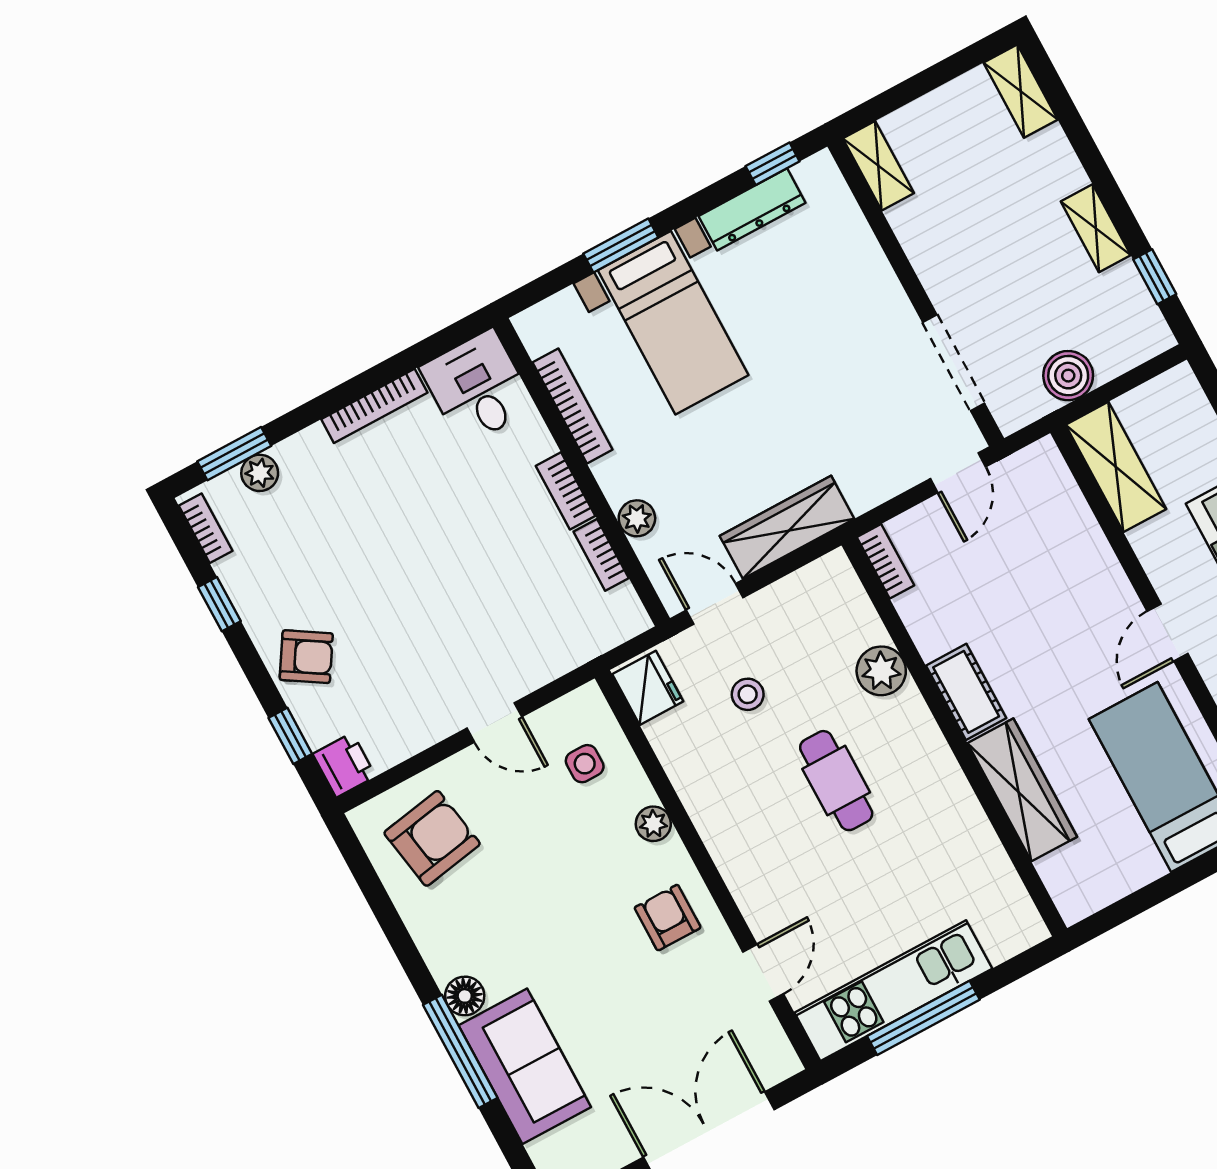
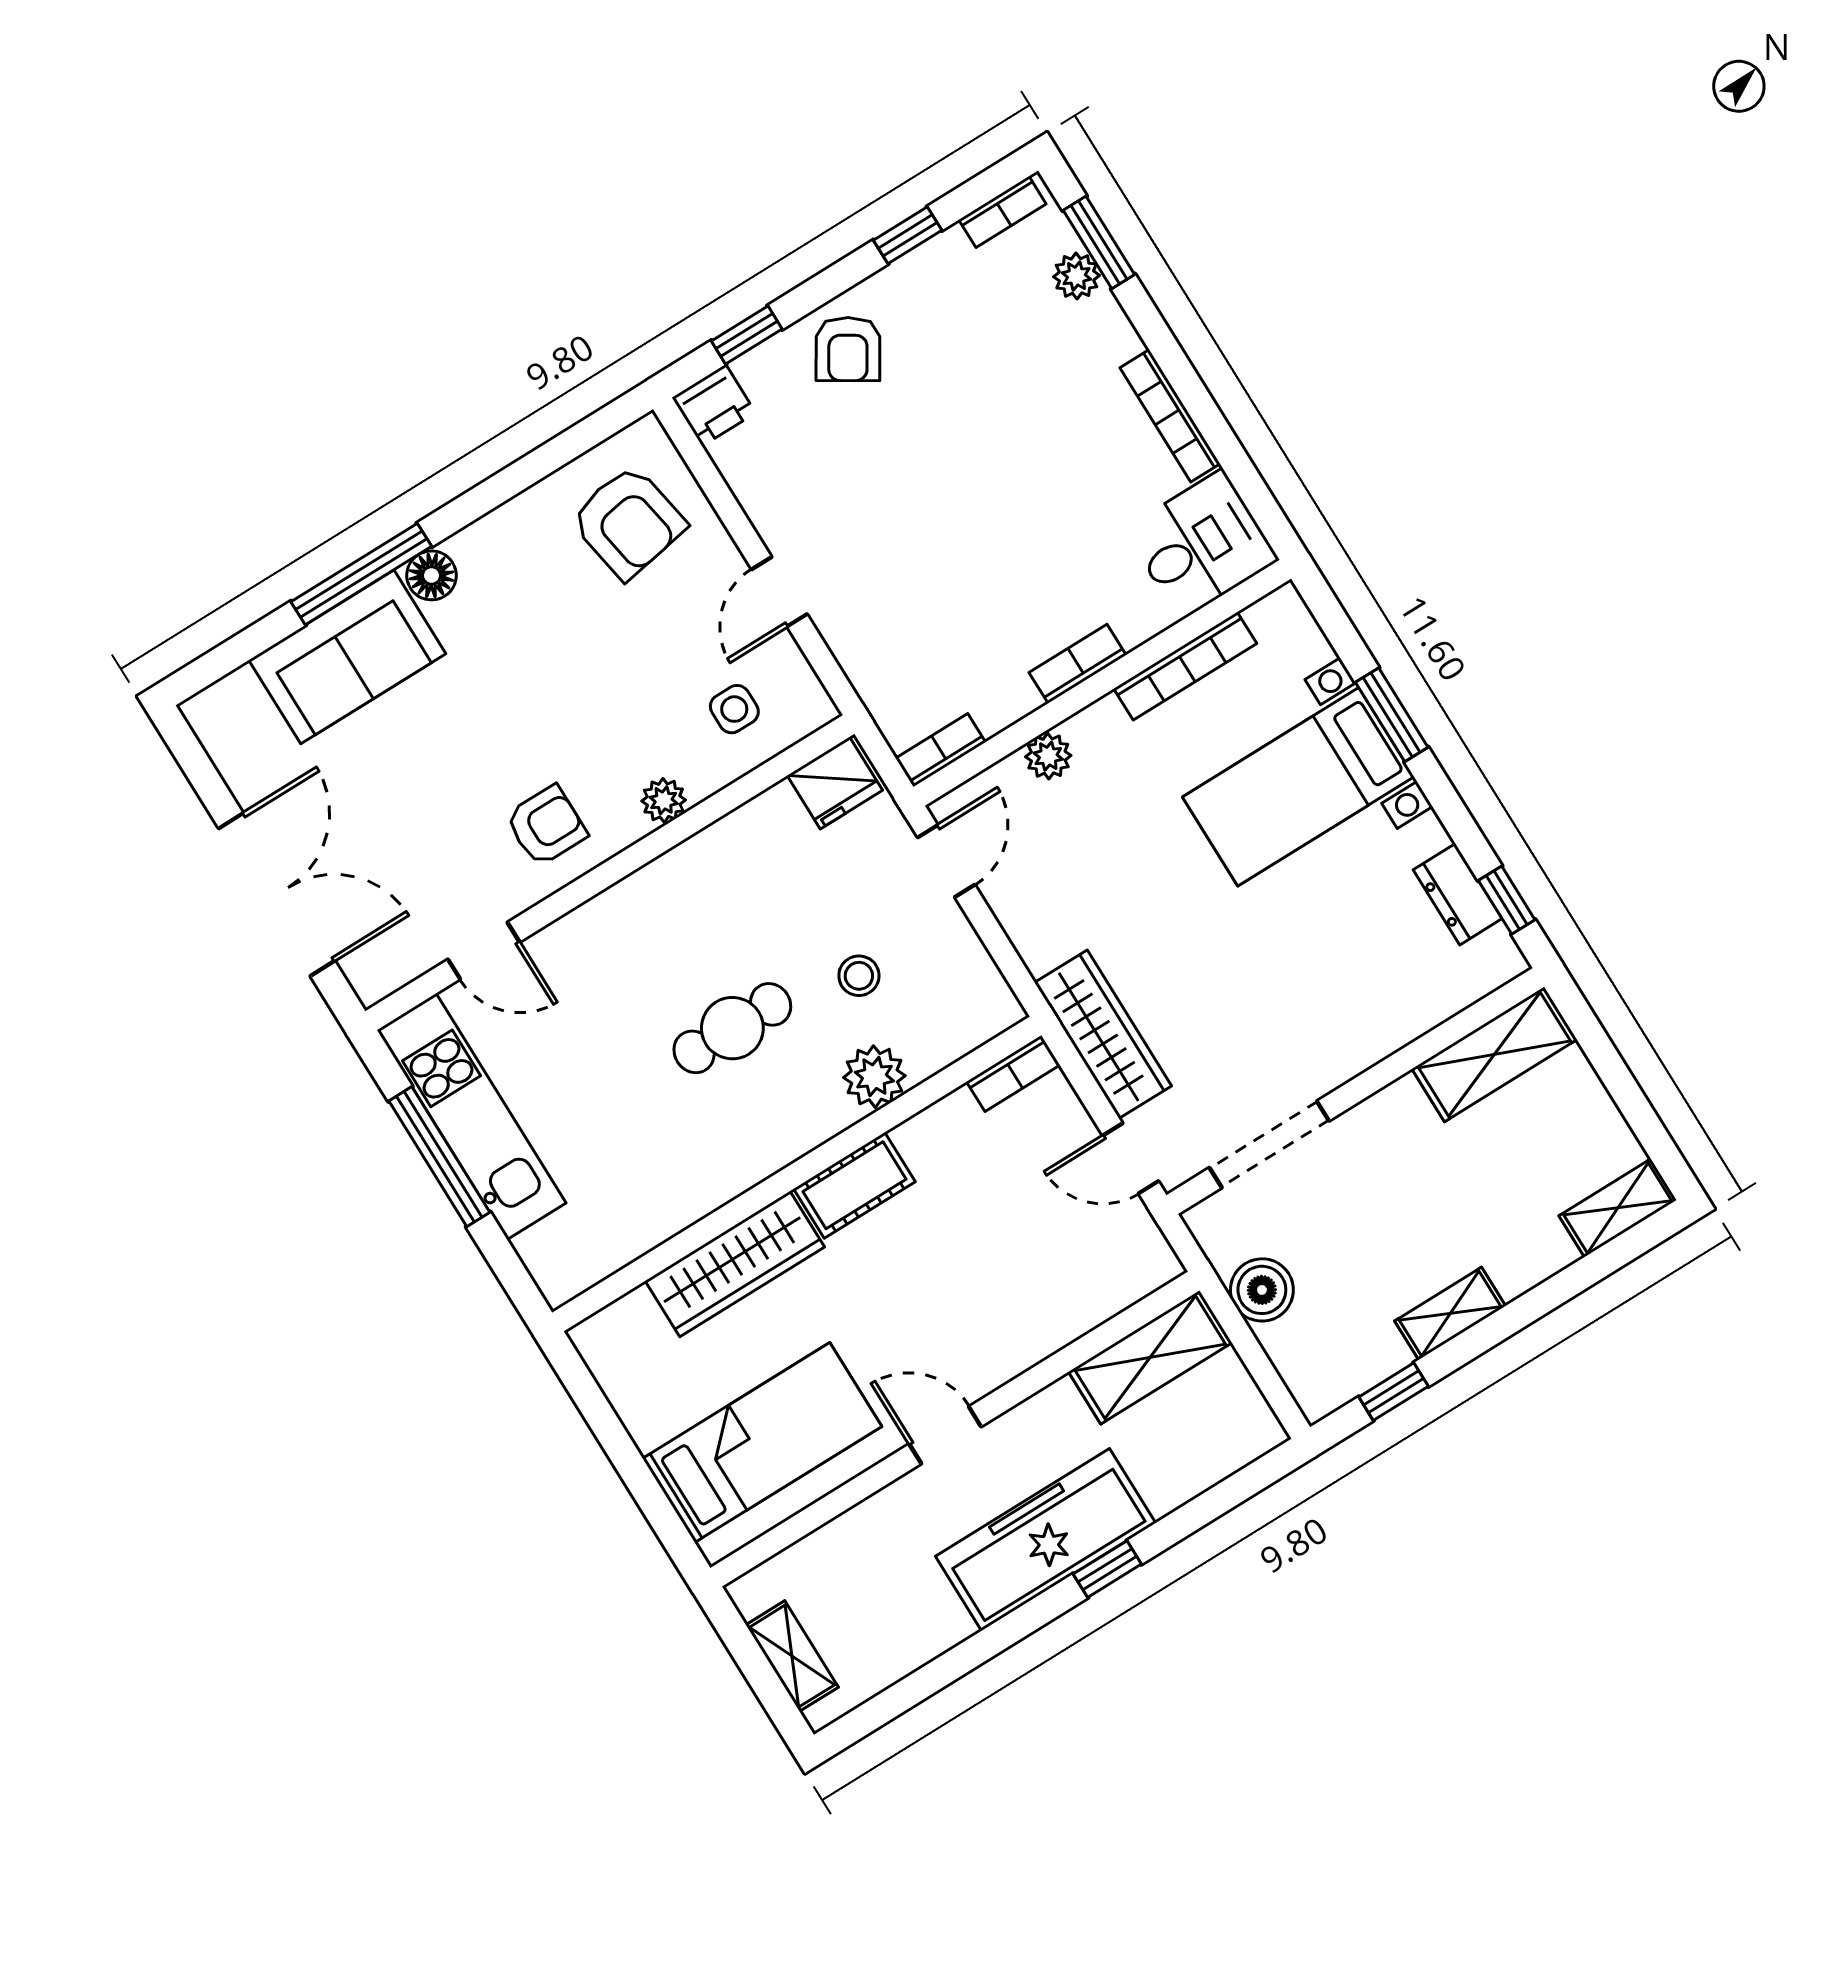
shelving: (878, 166) -> (1494, 1054), width x1.50, depth x1.33
dresser: (752, 209) -> (1458, 894), width x0.70
wardrobe: (787, 527) -> (1103, 1034), moved
bookcase: (601, 555) -> (941, 750), moved
stool: (748, 694) -> (859, 976), moved

